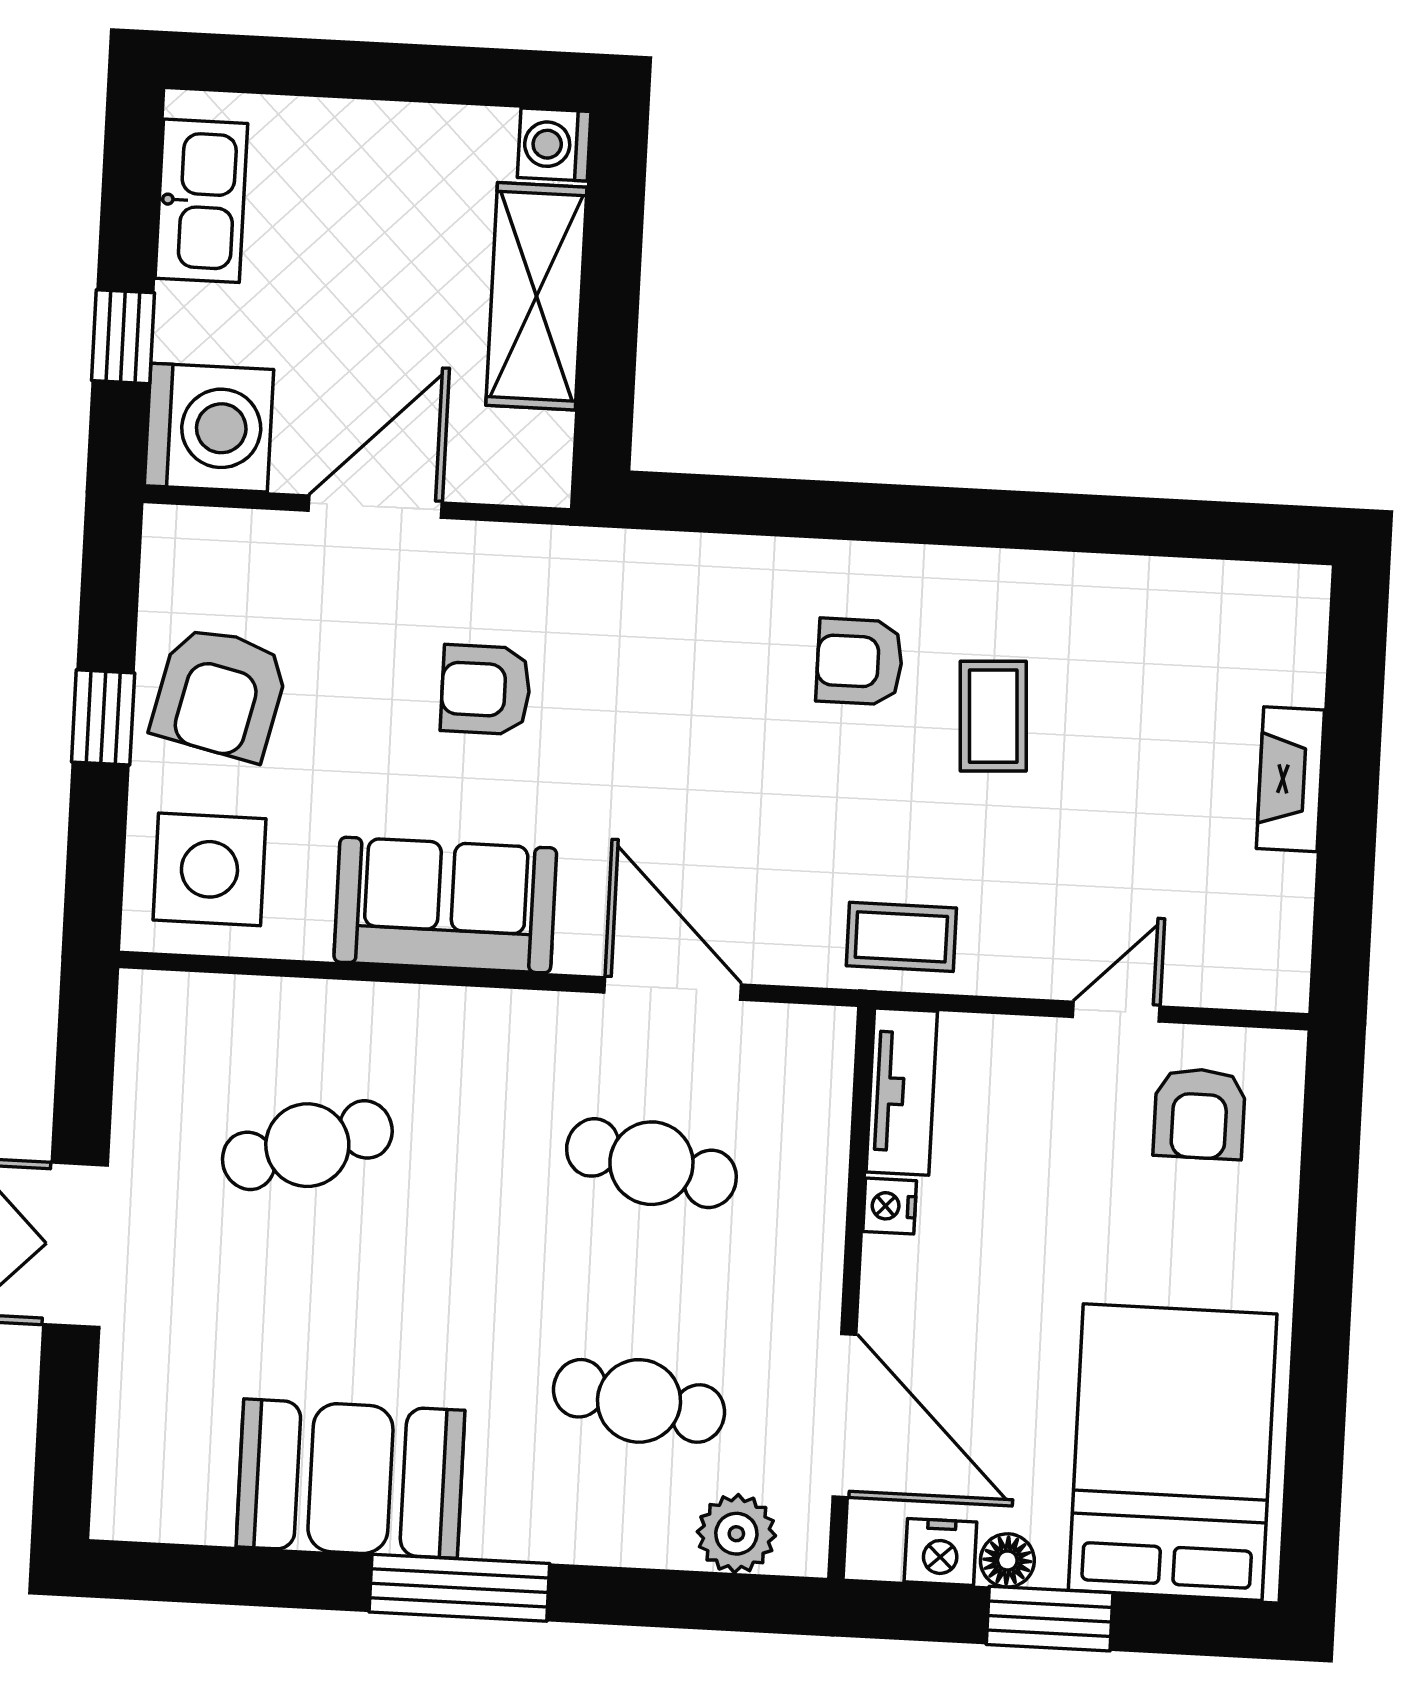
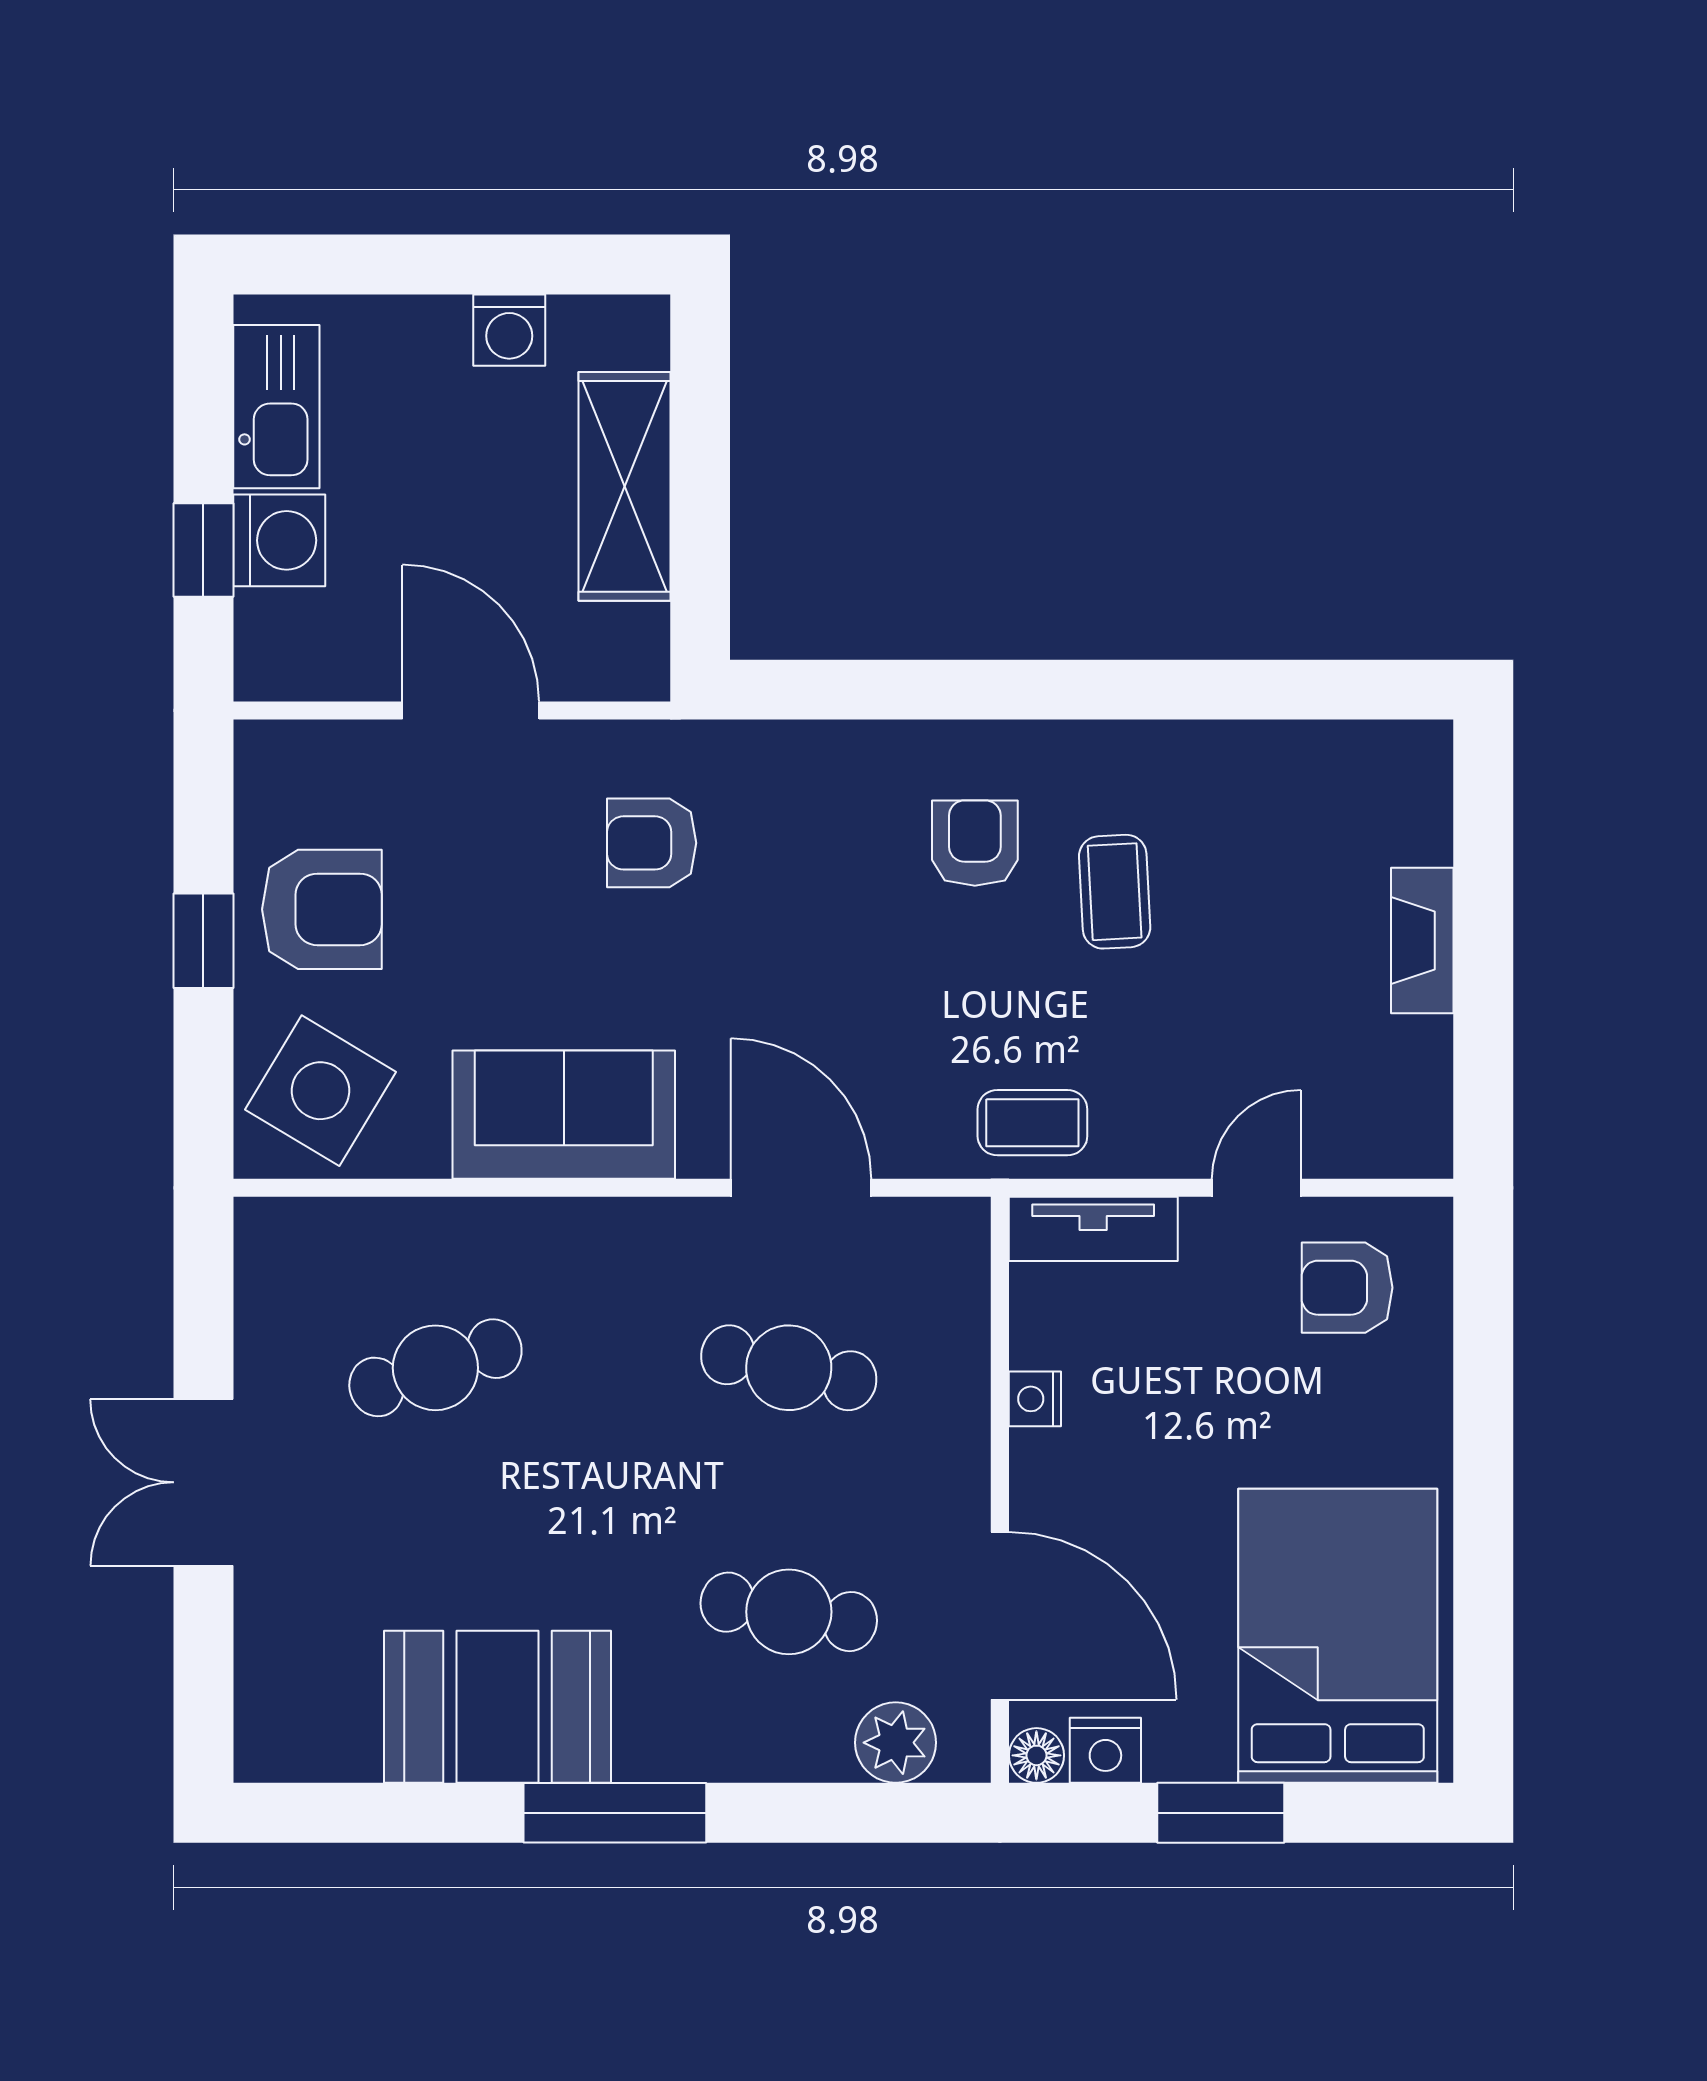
washing machine: (554, 145) -> (509, 330), moved, turned -90
washing machine: (209, 428) -> (279, 540), moved, width x0.73, depth x0.73
door: (375, 507) -> (471, 710), hinge flipped
armchair: (860, 662) -> (975, 843), turned 90
armchair: (486, 690) -> (652, 843), moved
armchair: (220, 693) -> (322, 909), turned -103
side table: (209, 869) -> (320, 1091), turned 31
tv unit: (902, 1092) -> (1093, 1229), moved, turned 90
armchair: (1199, 1114) -> (1347, 1288), turned 90
floor lamp: (1007, 1560) -> (1036, 1755), moved

